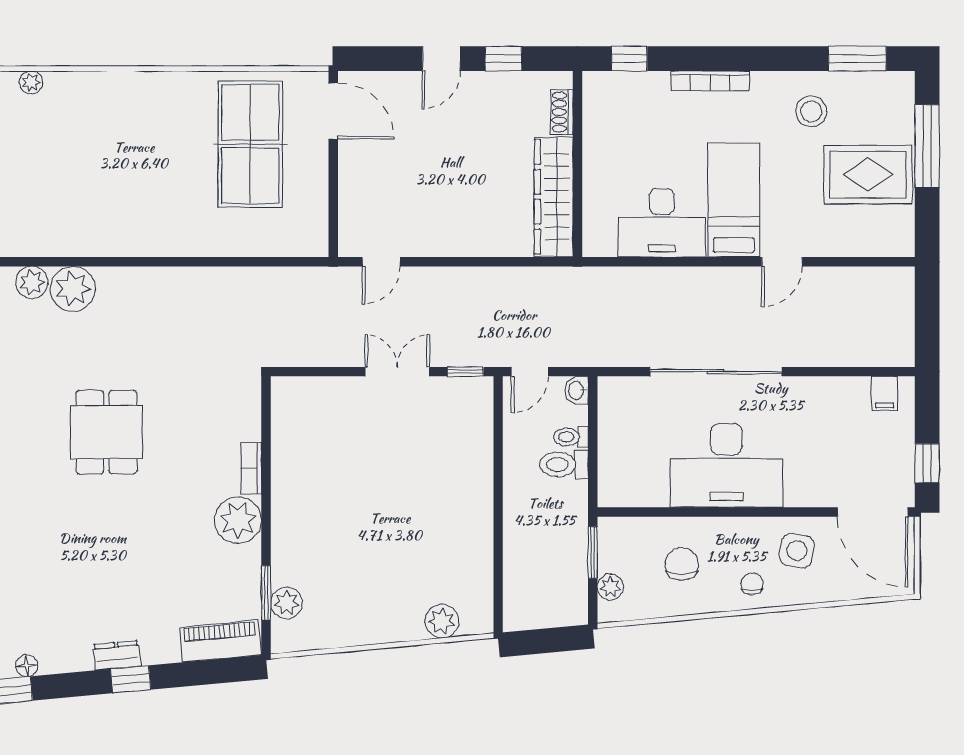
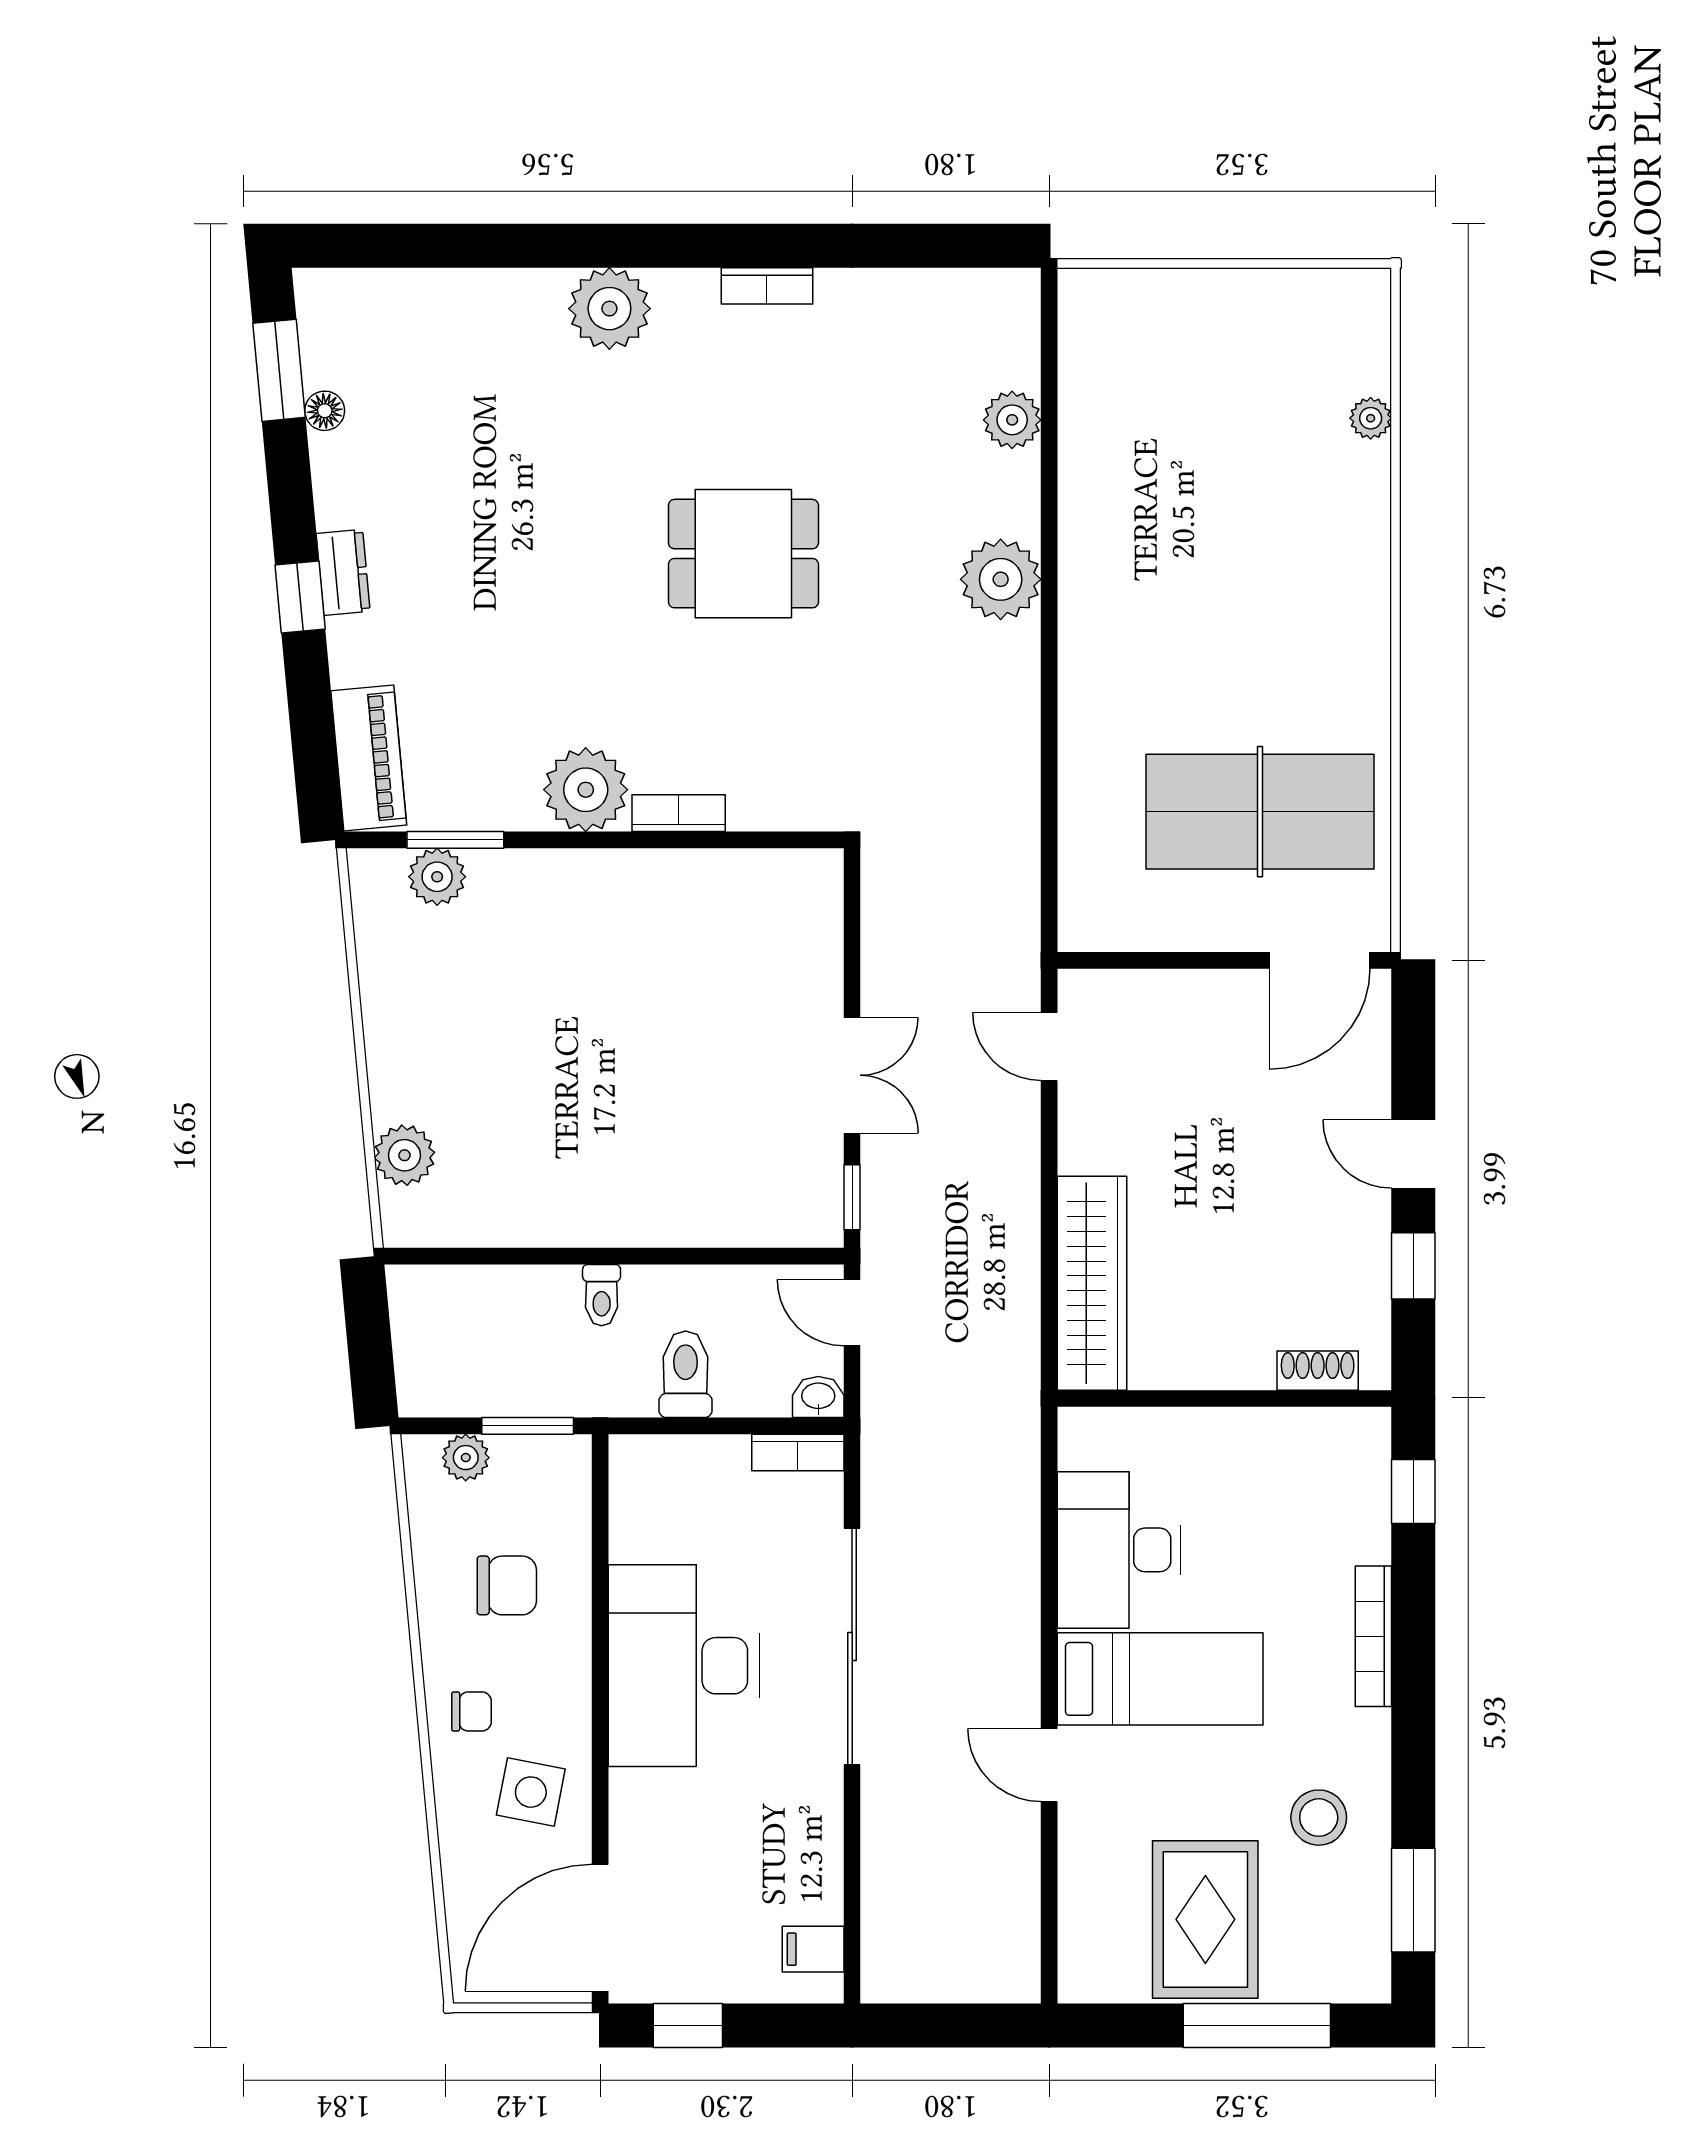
wardrobe: (554, 197) -> (1092, 1283), moved, turned 90
plant: (73, 289) -> (1001, 579), moved
bookcase: (608, 402) -> (798, 1453), added
toilet: (571, 437) -> (602, 1295), moved, turned 180

